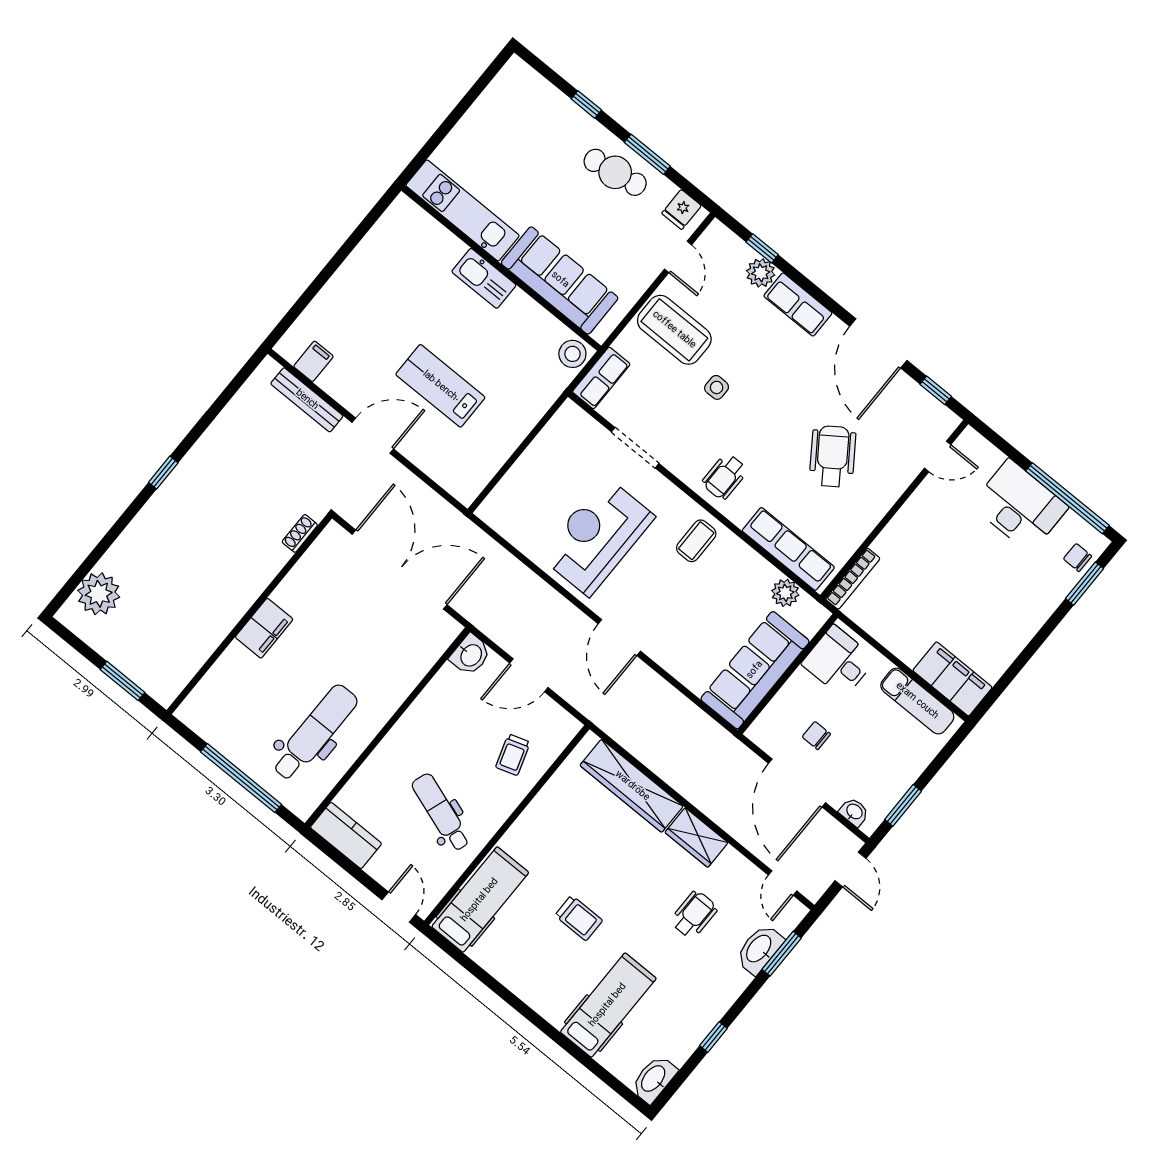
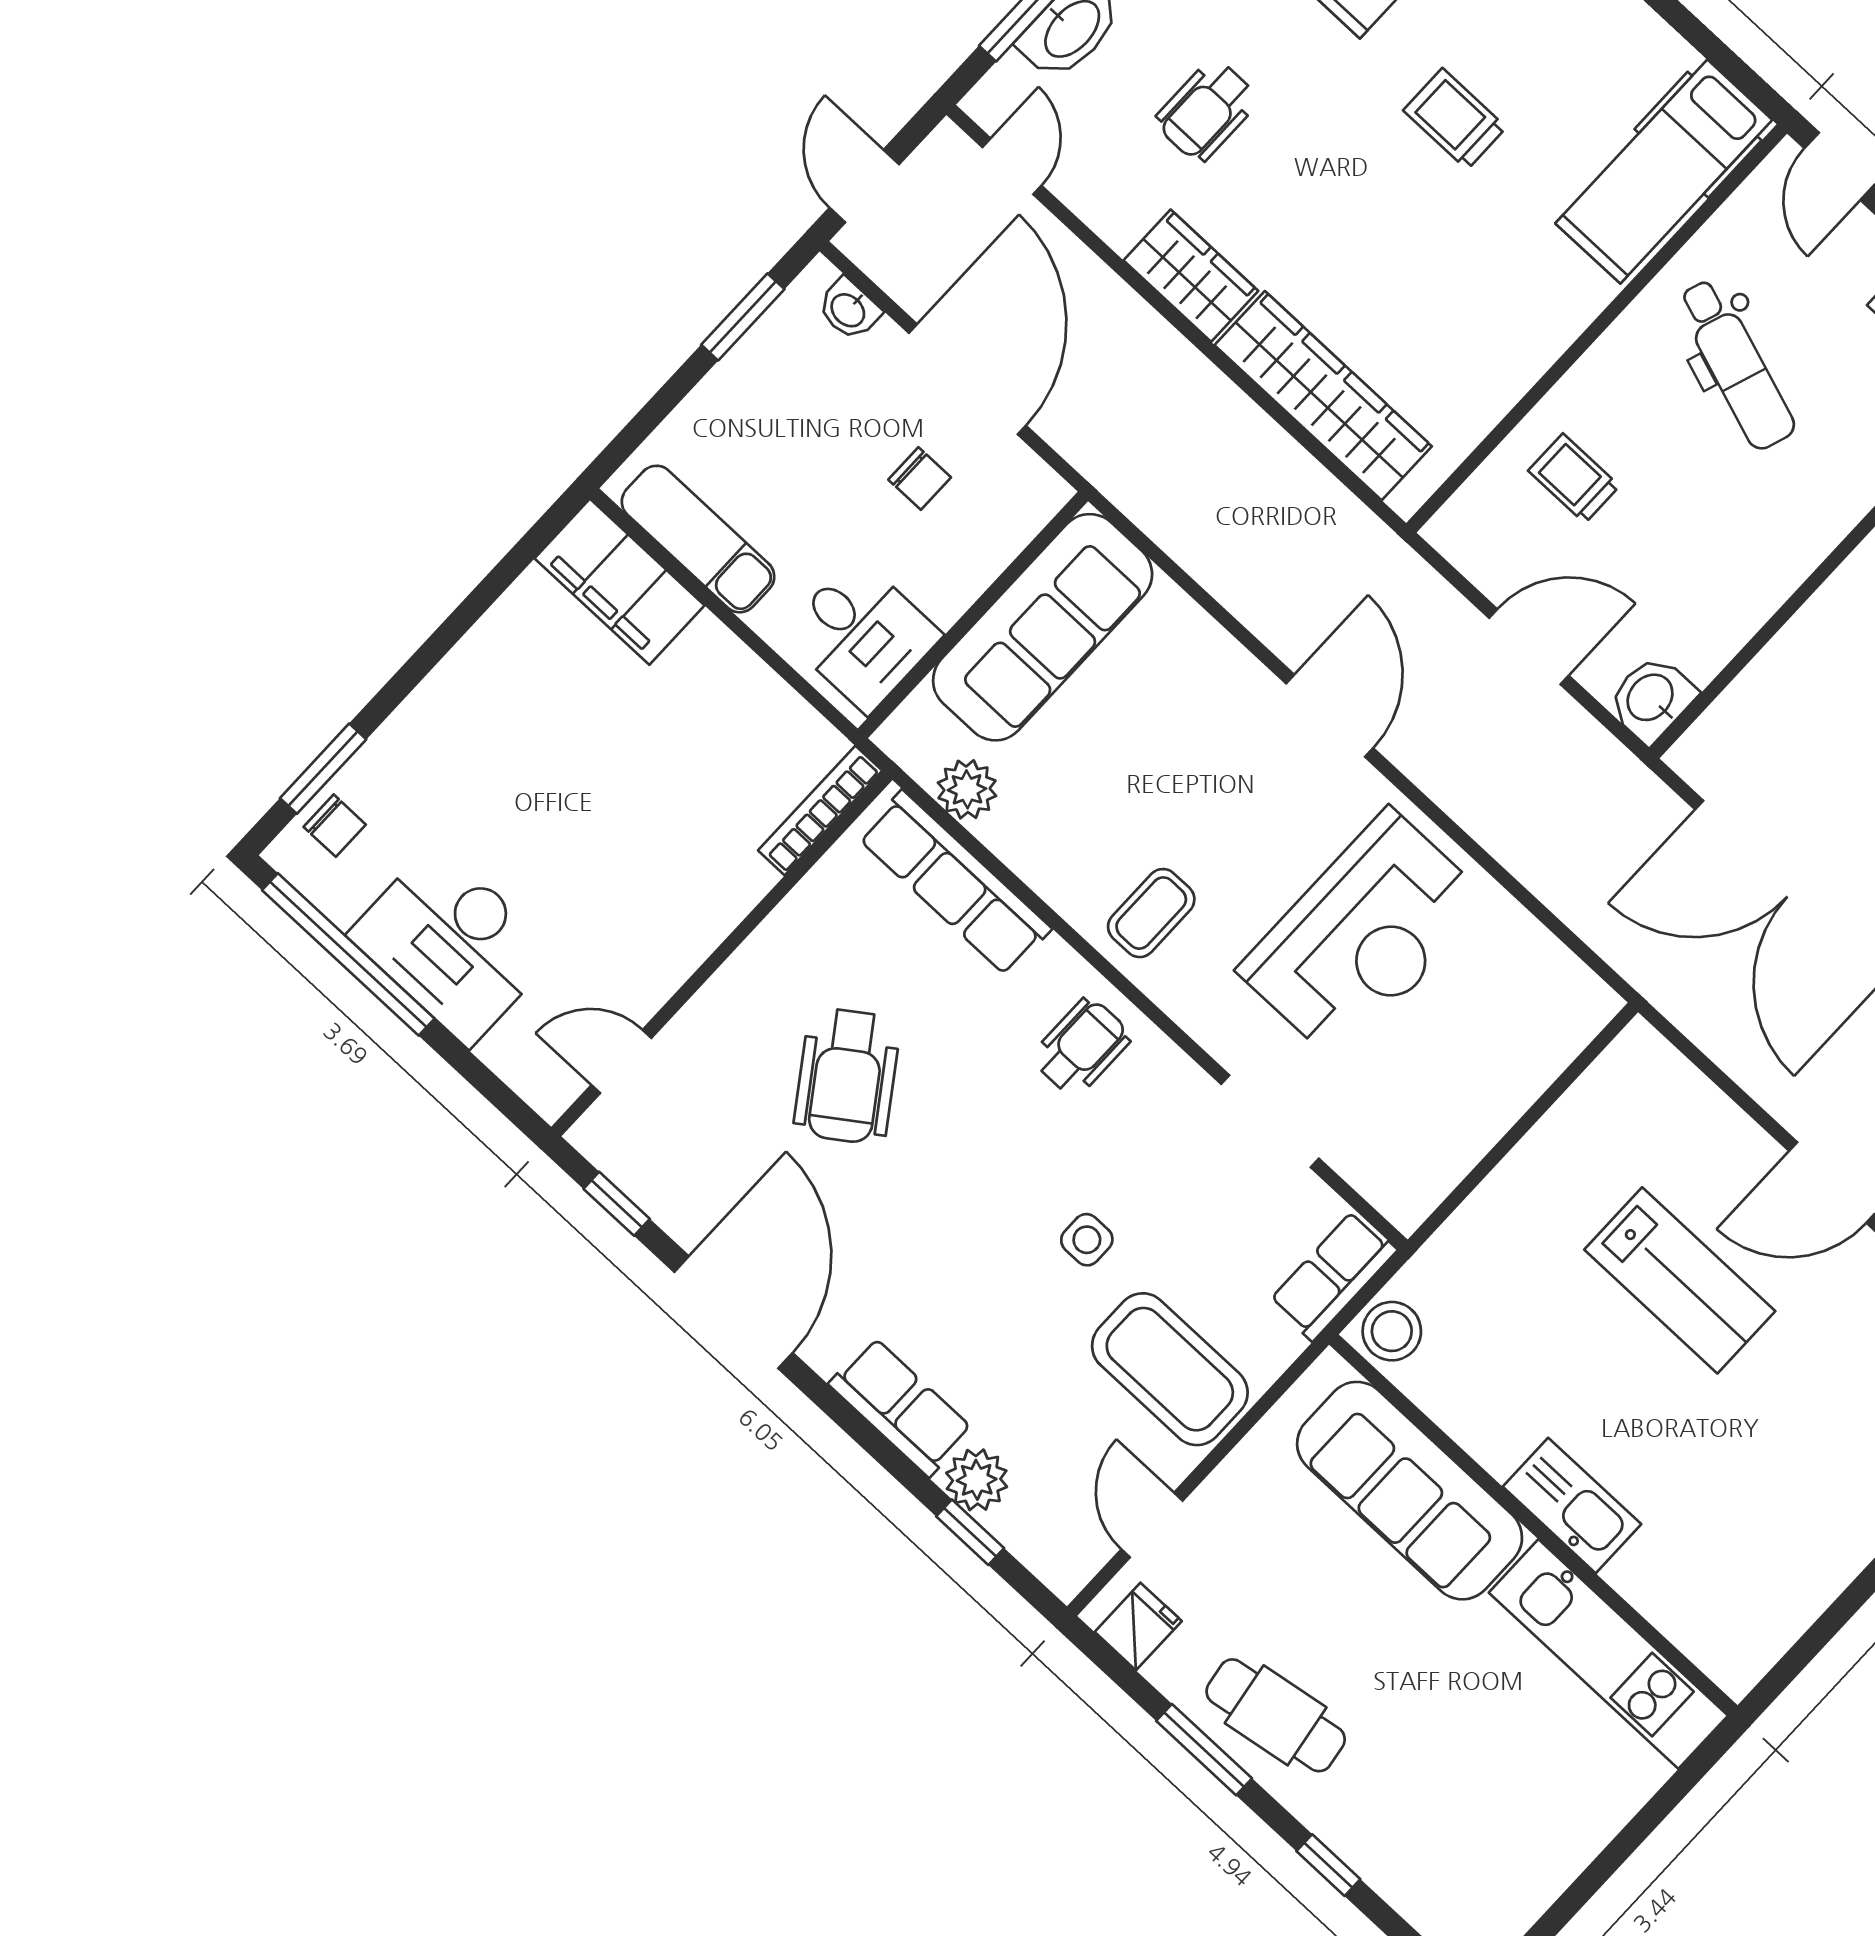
trolley: (513, 755) -> (1574, 478), turned -72

